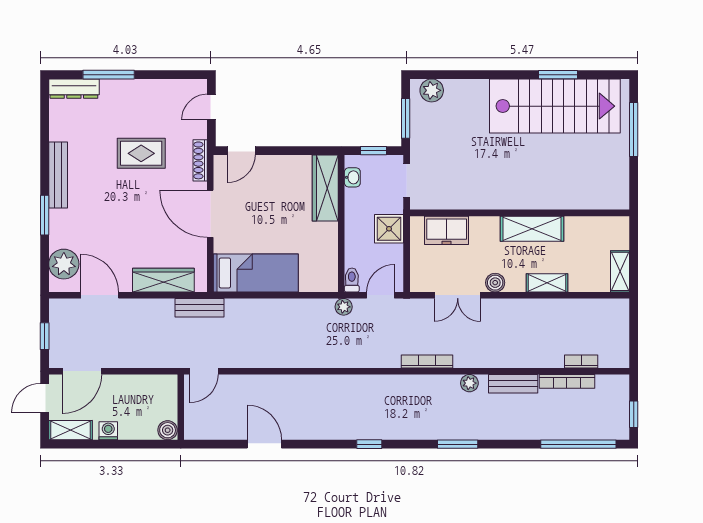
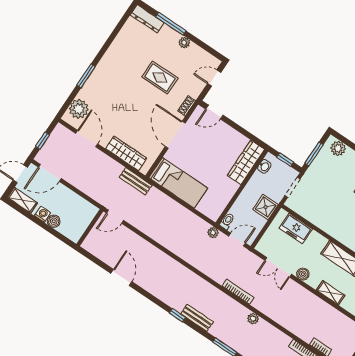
plant: (142, 87) -> (184, 43), added
shoe rack: (200, 160) -> (187, 106), width x0.70
bench: (58, 175) -> (108, 59), removed
bench: (513, 384) -> (197, 318), moved
boiler: (168, 430) -> (54, 221), moved

